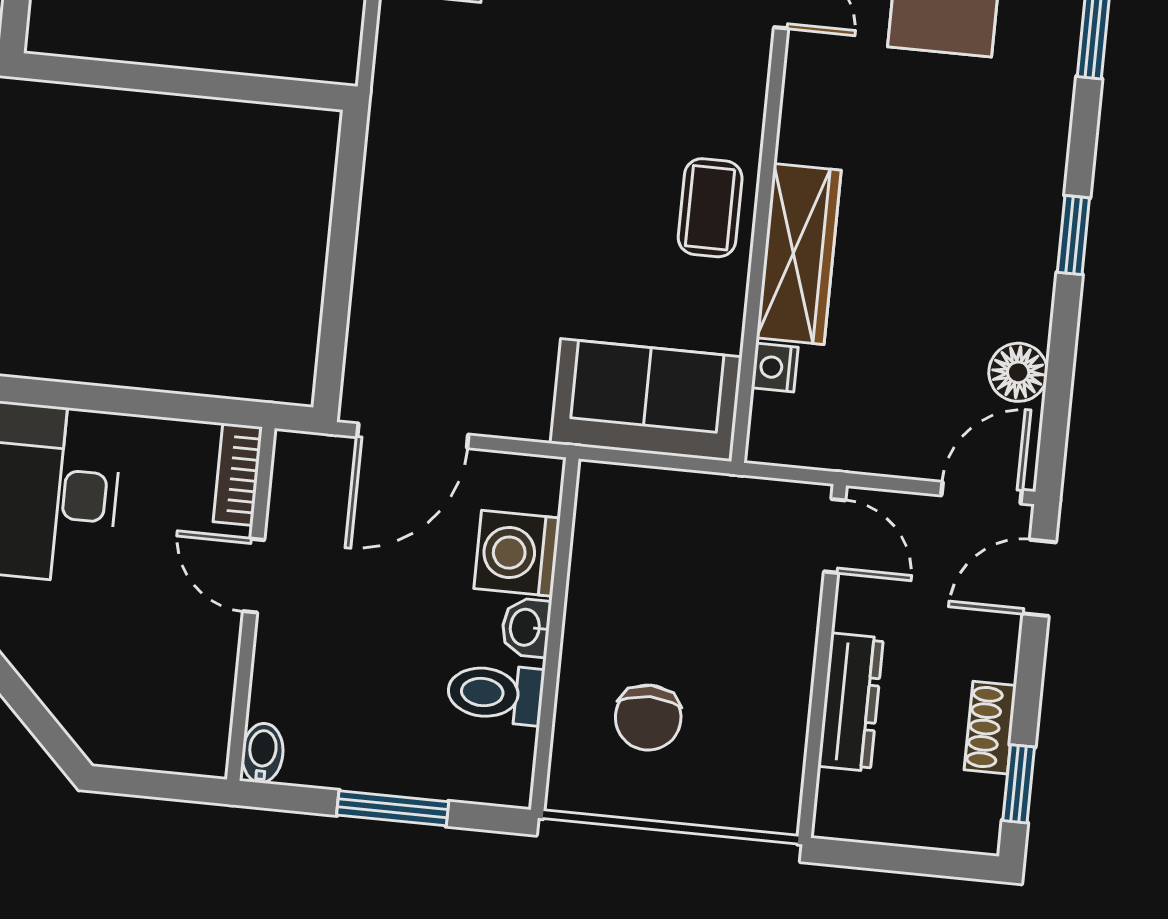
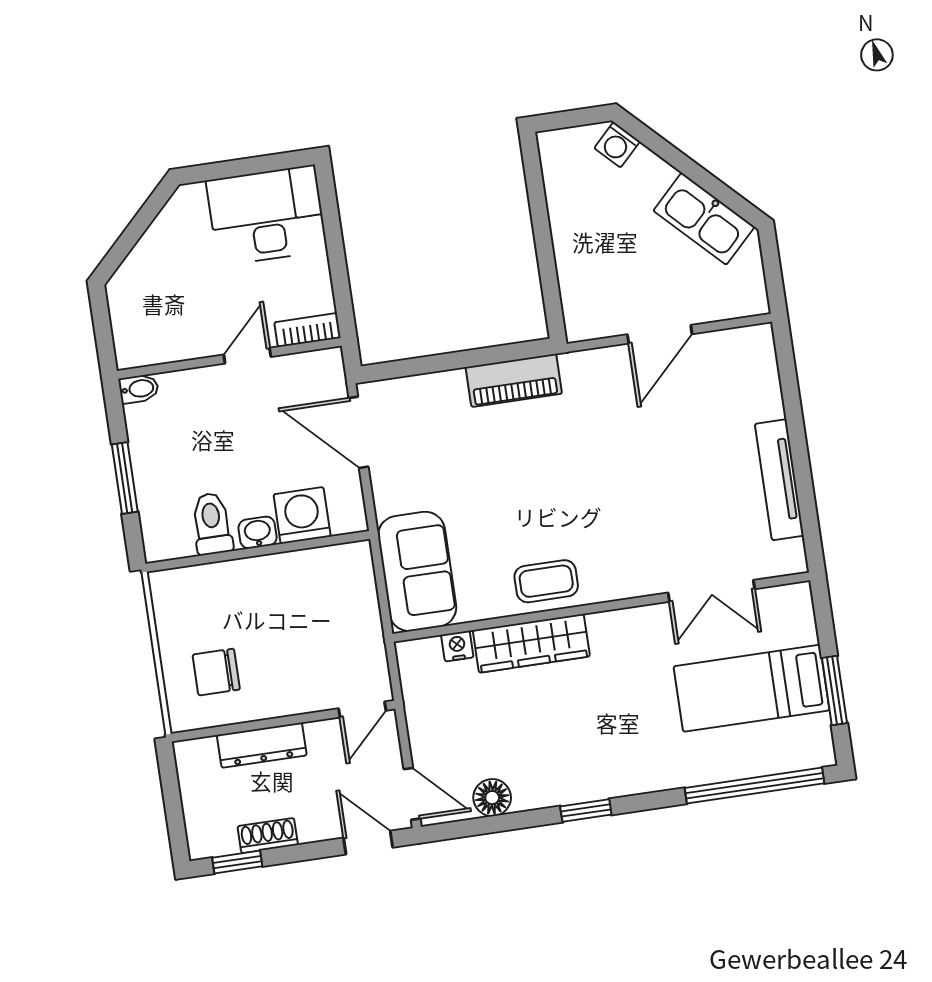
piano: (393, 180) -> (514, 380), added
chair: (648, 718) -> (216, 672), moved

